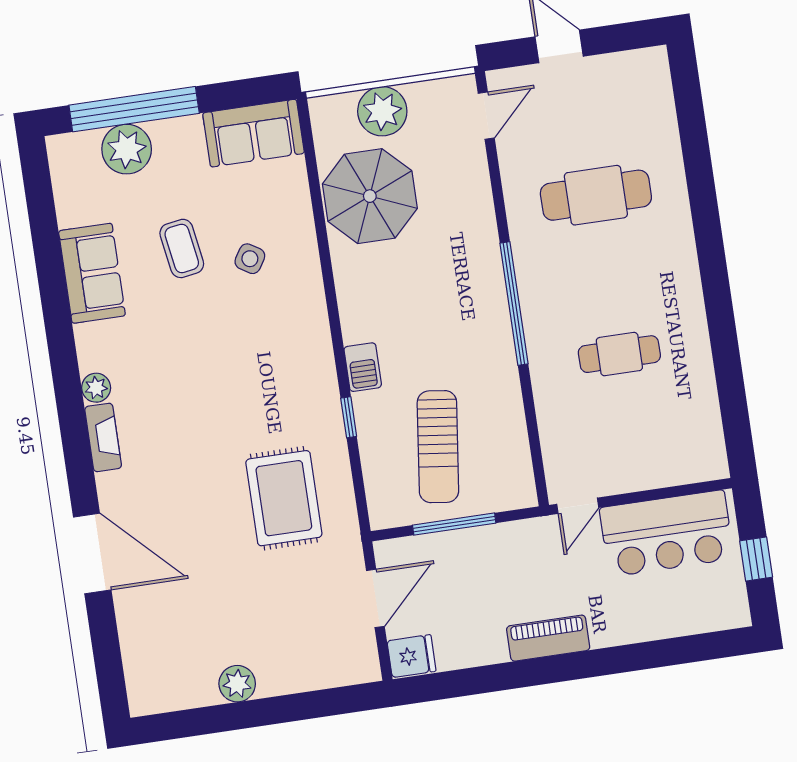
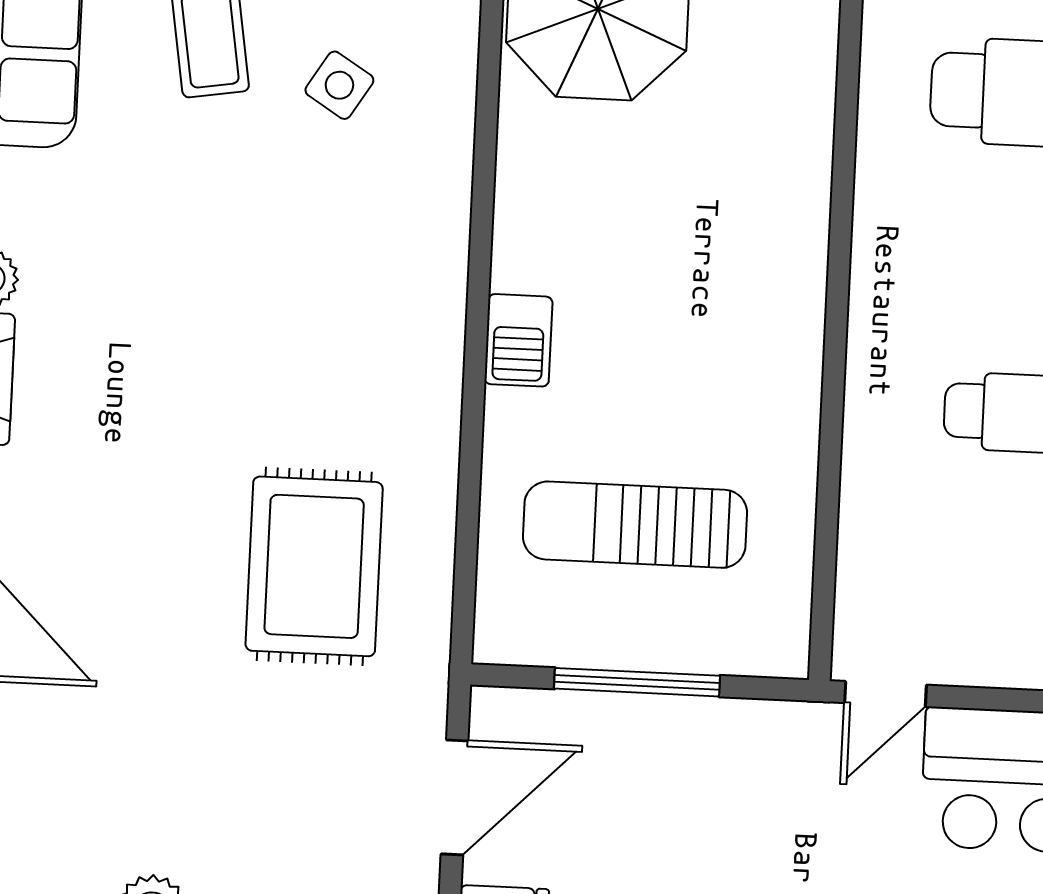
window: (514, 303) -> (839, 274), removed
window: (349, 417) -> (472, 433), removed
sun lounger: (438, 447) -> (635, 525), turned 83

